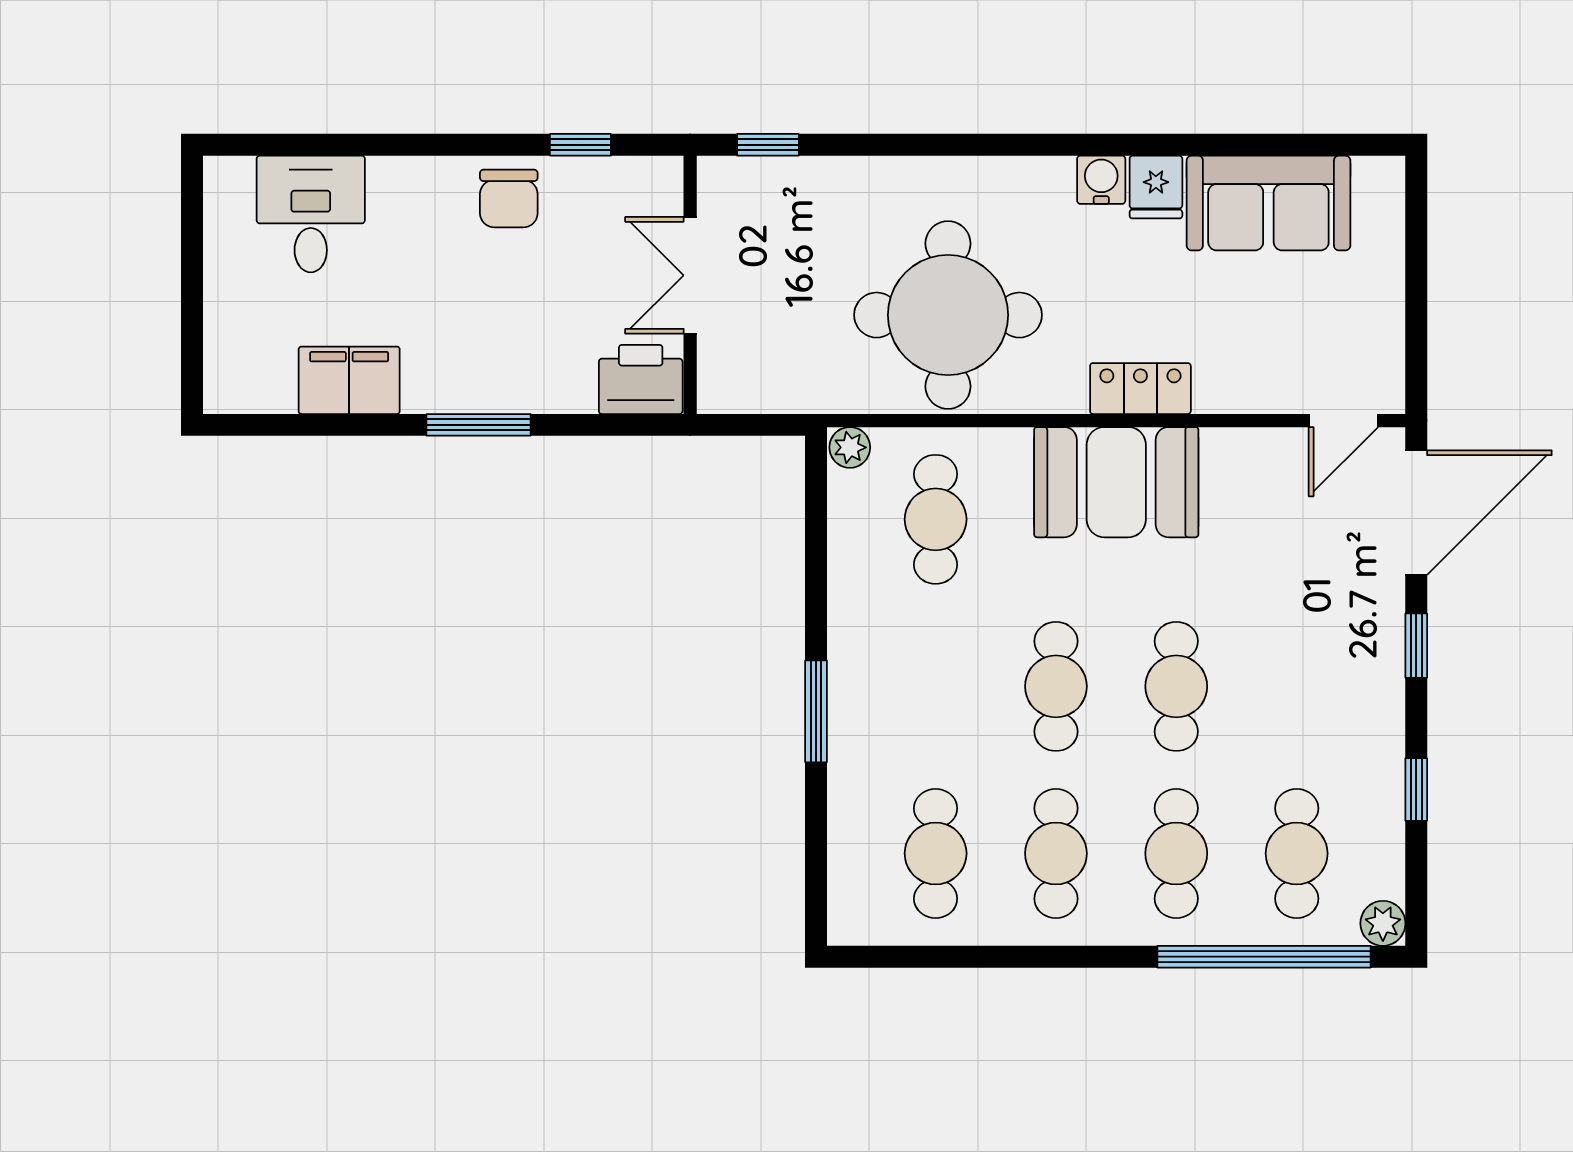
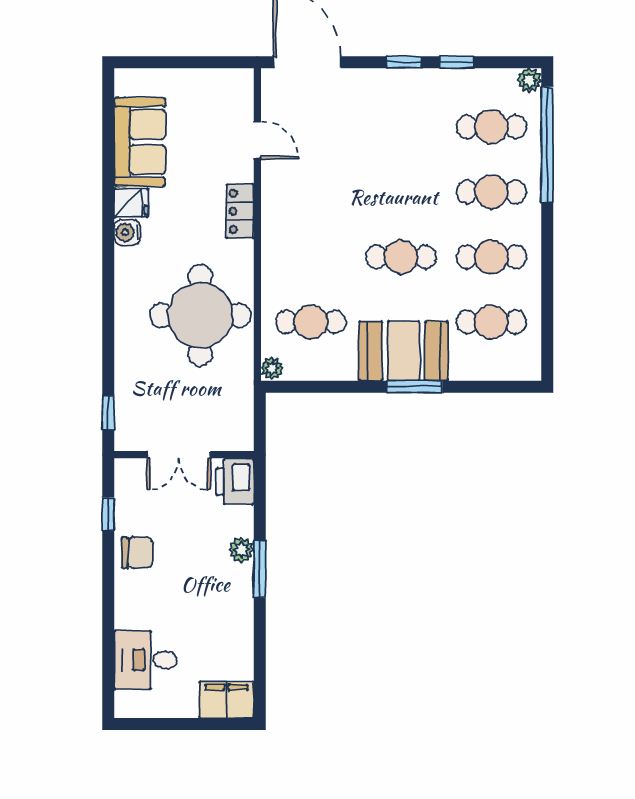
filing cabinet: (349, 380) -> (226, 700), moved, turned 90
plant: (514, 391) -> (241, 550), added
door: (1343, 421) -> (257, 140), moved
booth: (1116, 482) -> (404, 351), moved, turned 90
window: (1416, 646) -> (404, 62), moved
cafe table: (1176, 686) -> (401, 192), removed

